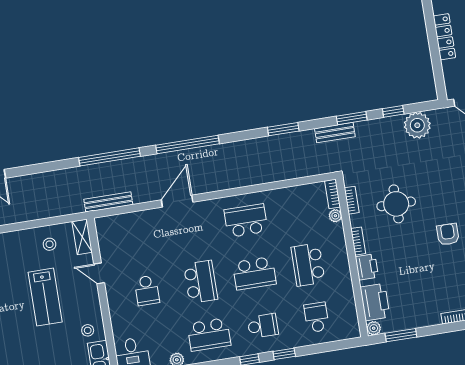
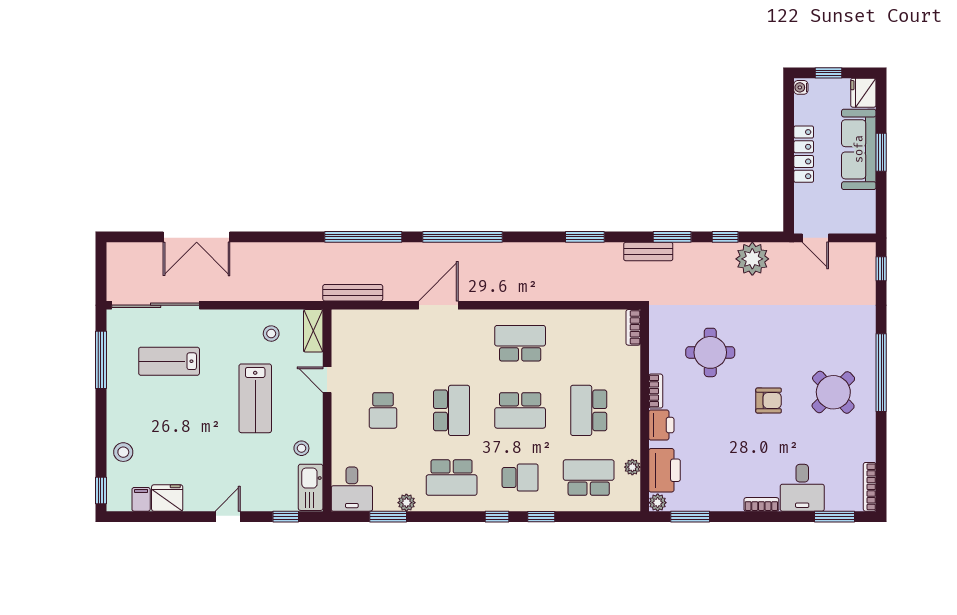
bookcase: (352, 200) -> (656, 339), removed
plant: (335, 216) -> (632, 467), moved
armchair: (448, 234) -> (769, 401), turned 90
school desk: (317, 317) -> (589, 478), width x1.85

